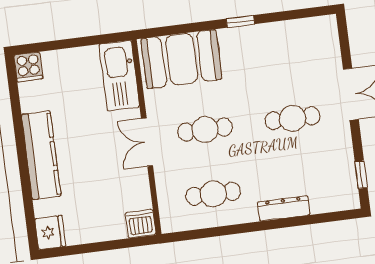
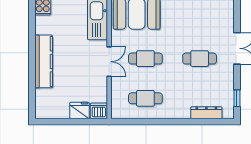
double door: (147, 142) -> (109, 62), swing flipped
dresser: (284, 208) -> (206, 113), moved
fridge: (50, 232) -> (79, 110), moved, turned -90

